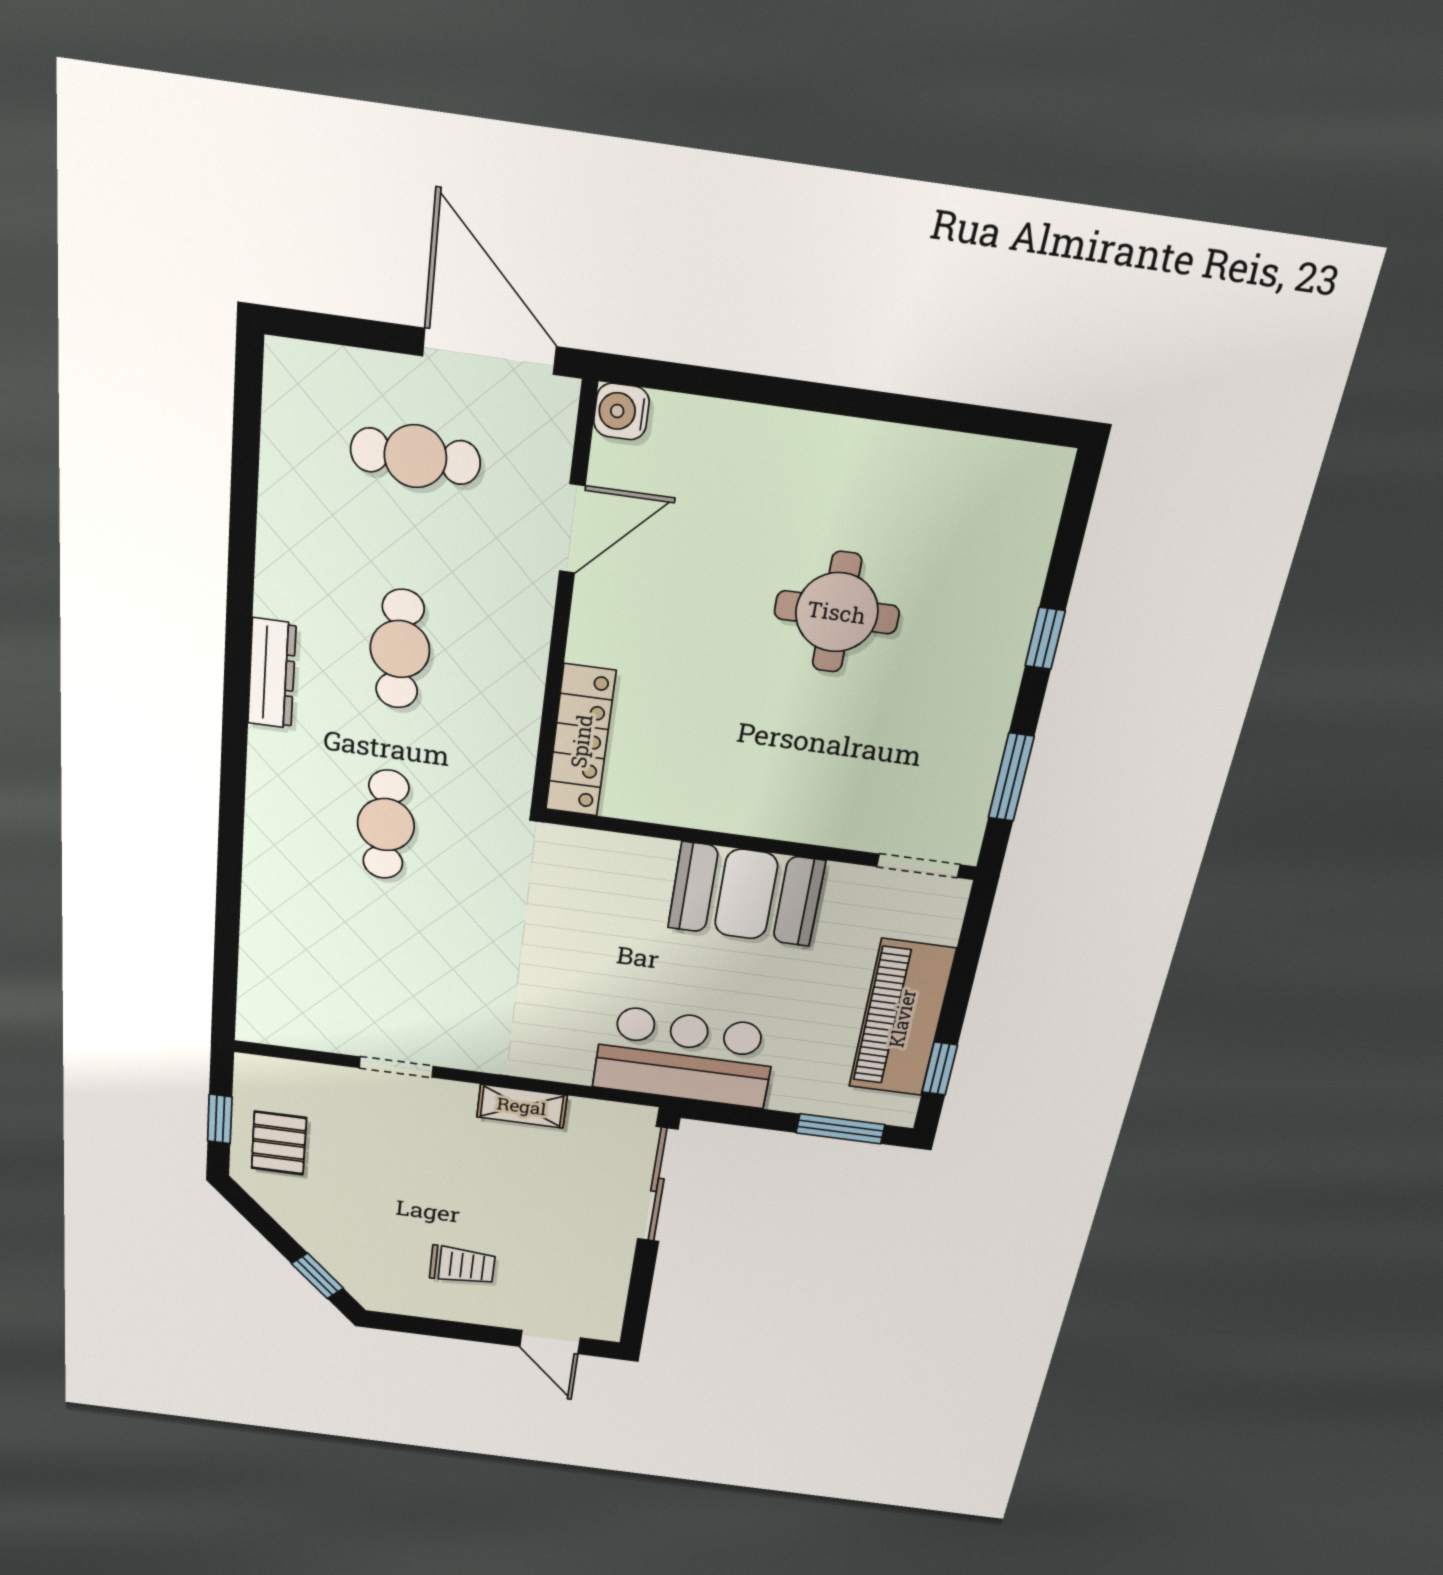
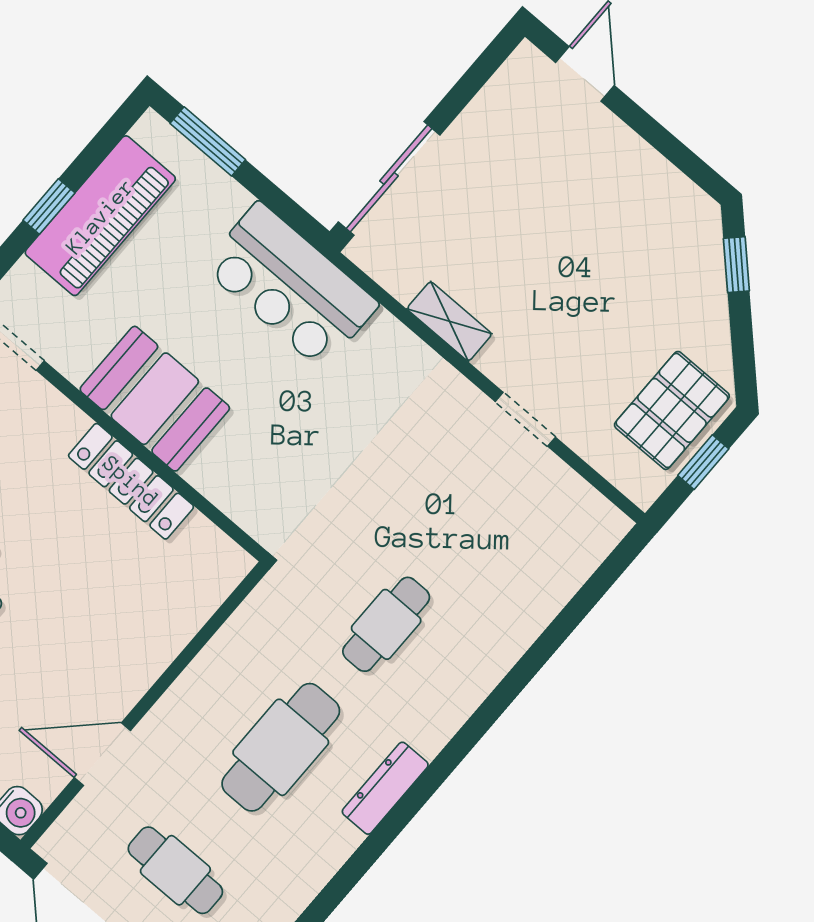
cafe table: (400, 649) -> (281, 747), width x1.37, depth x1.35
locker: (581, 741) -> (131, 481), moved, turned -90
window: (940, 1069) -> (49, 206), moved
pallet: (279, 1143) -> (672, 410), width x1.50, depth x1.42
trolley: (462, 1265) -> (605, 199), removed

